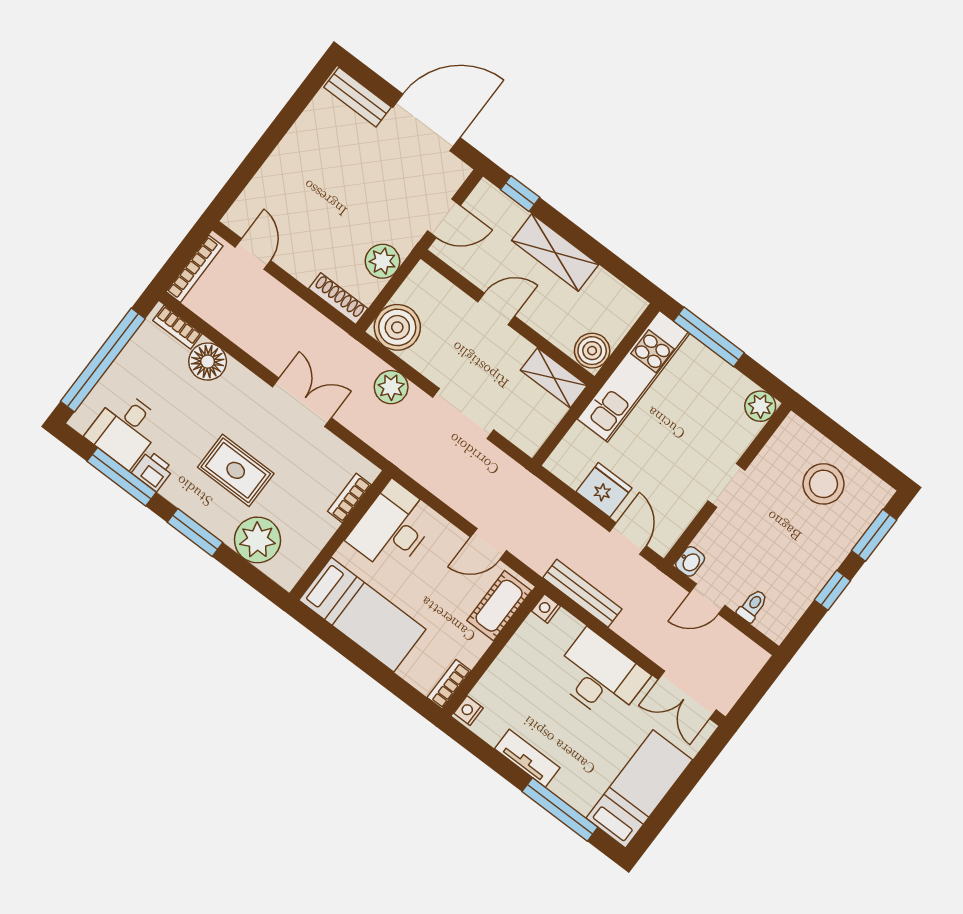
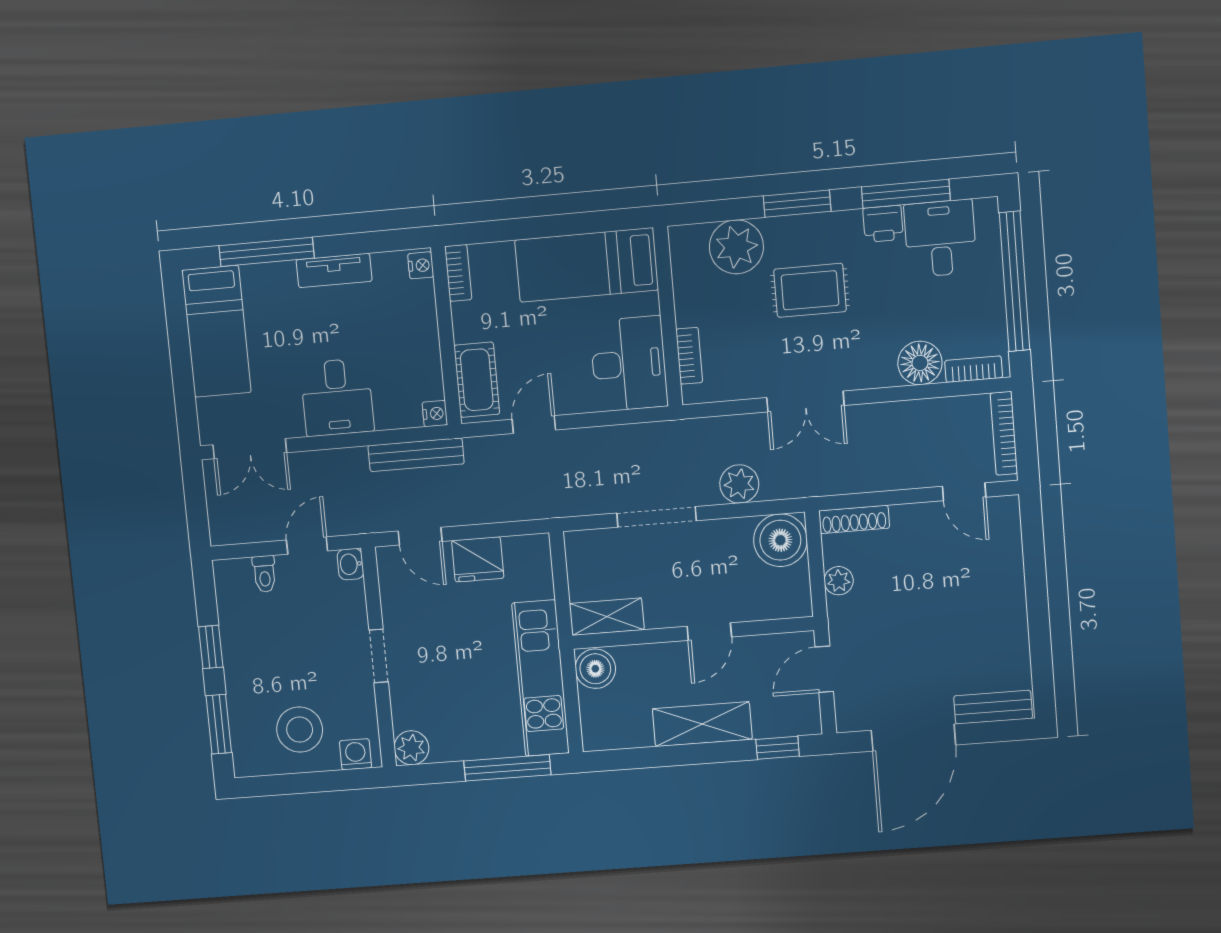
plant: (382, 261) -> (839, 581), width x0.73, depth x0.73
washing machine: (801, 435) -> (356, 754), added
desk: (600, 676) -> (337, 397), width x0.73
double door: (687, 695) -> (250, 449), swing flipped

